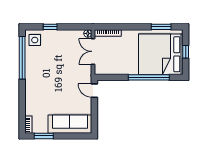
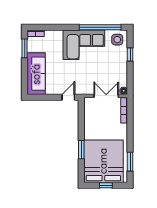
corner sofa: (40, 75) -> (84, 45), added
window: (149, 77) -> (81, 150), width x0.47

